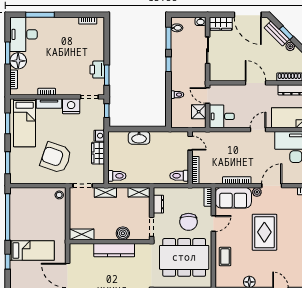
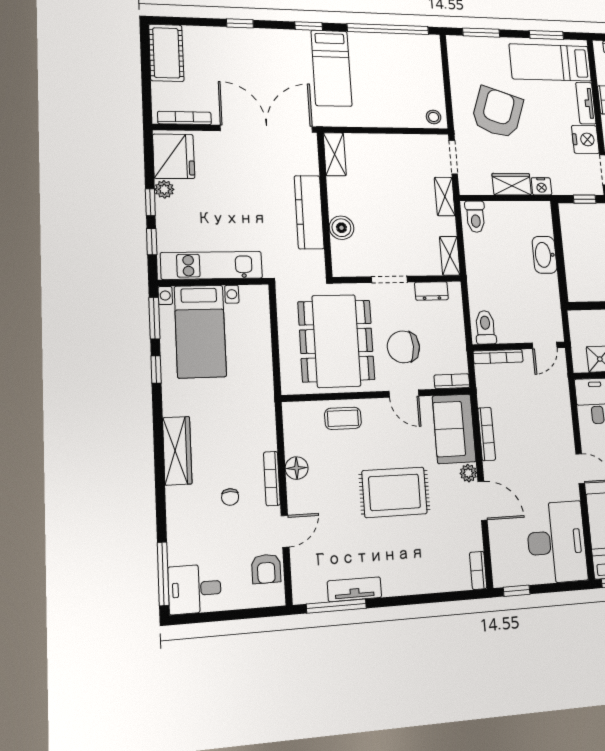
boiler: (123, 233) -> (341, 228), moved
shelving: (82, 234) -> (335, 154), moved
wall: (110, 242) -> (325, 204), moved
kitchen counter: (114, 250) -> (309, 212), moved

